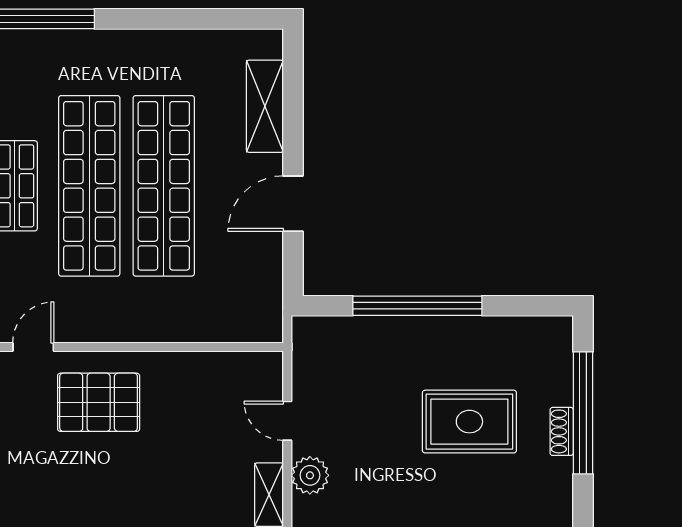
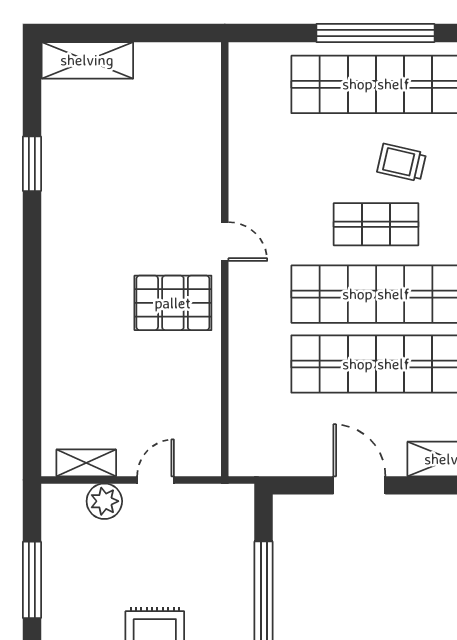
pallet: (99, 402) -> (173, 303), turned 90

